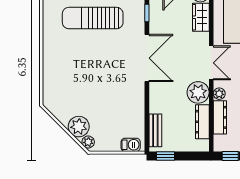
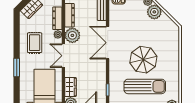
parasol: (95, 57) -> (143, 60), added
double door: (147, 58) -> (108, 43), moved

